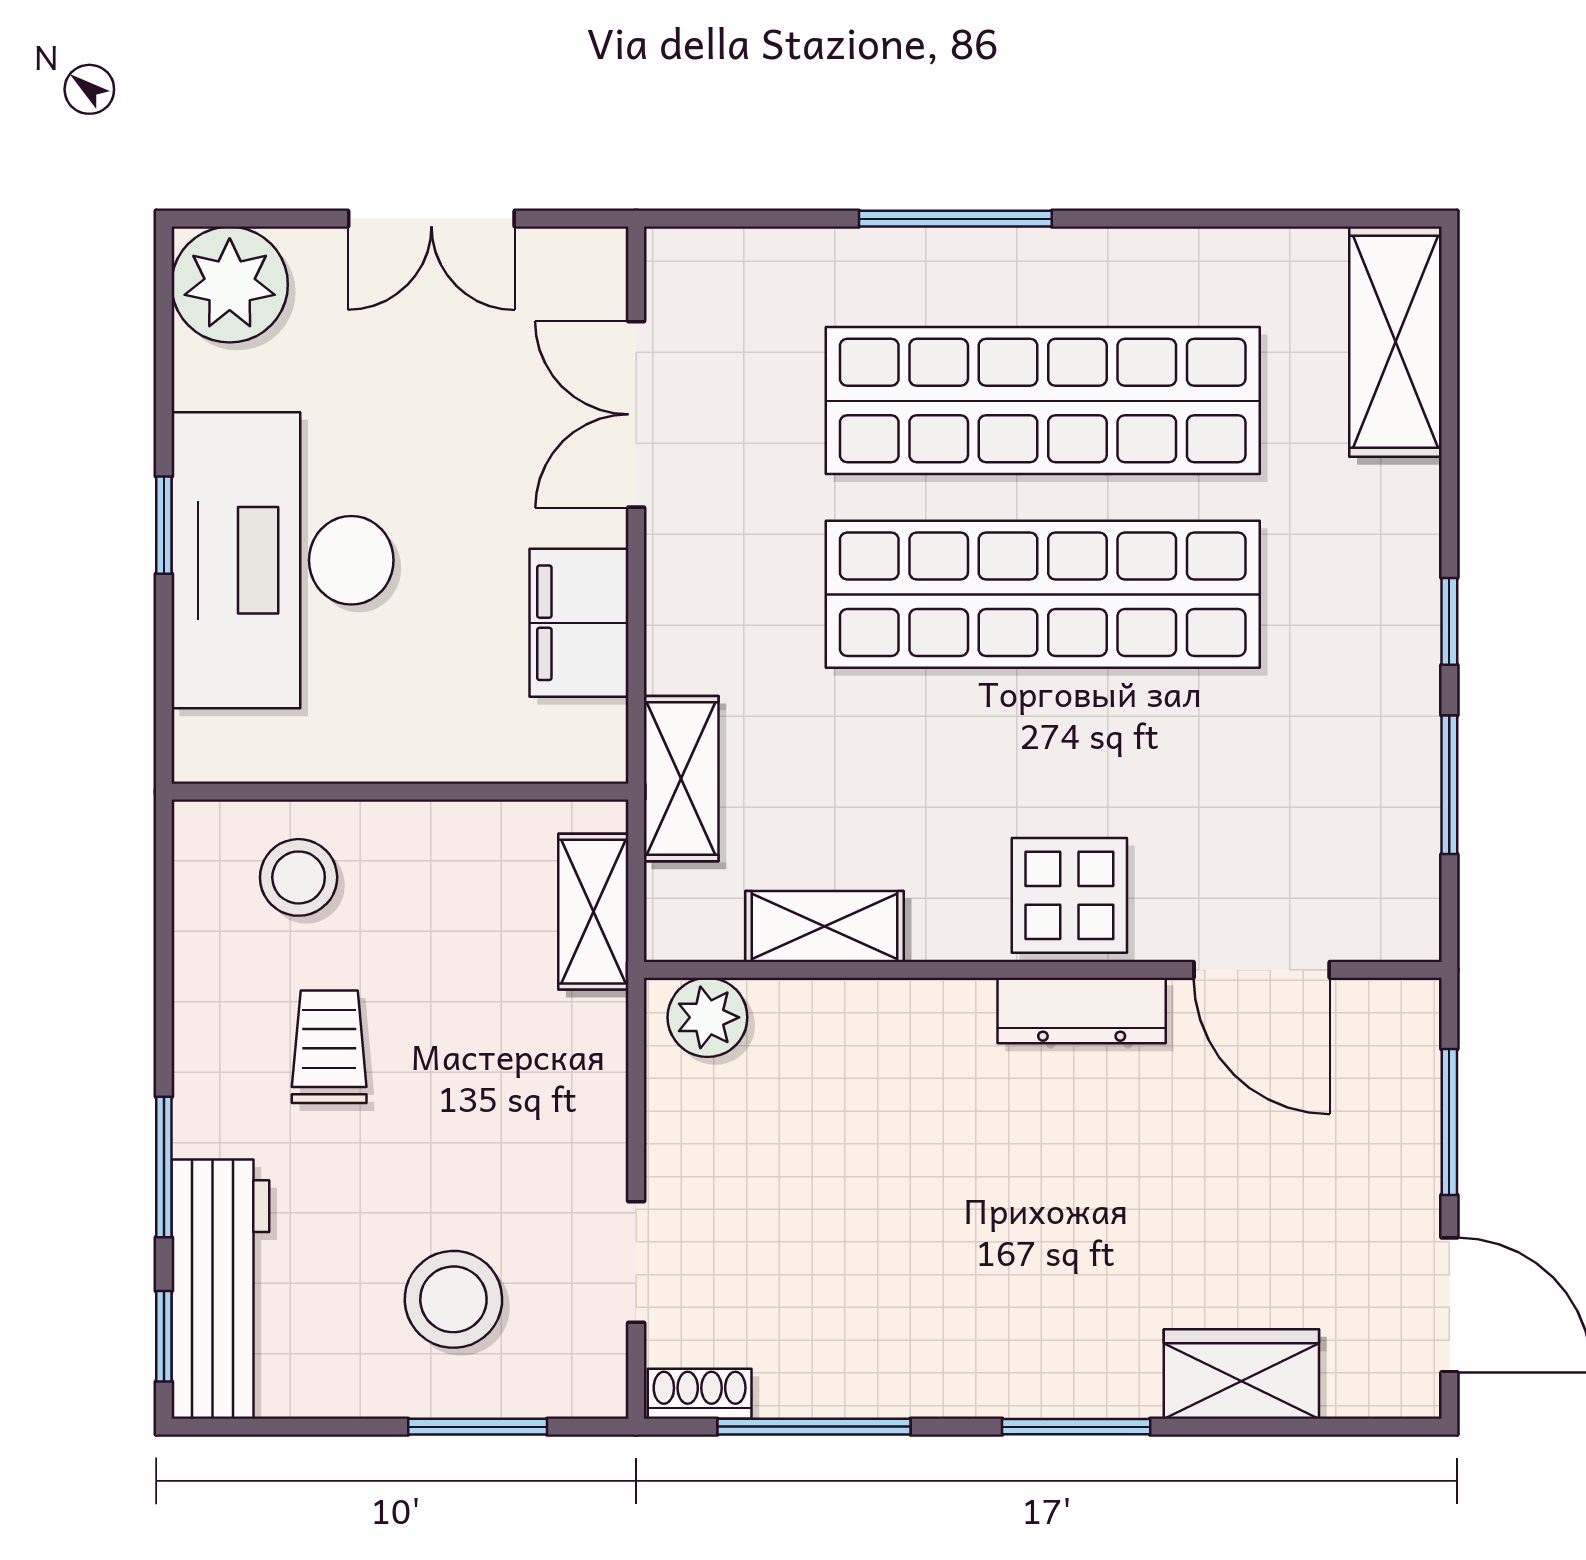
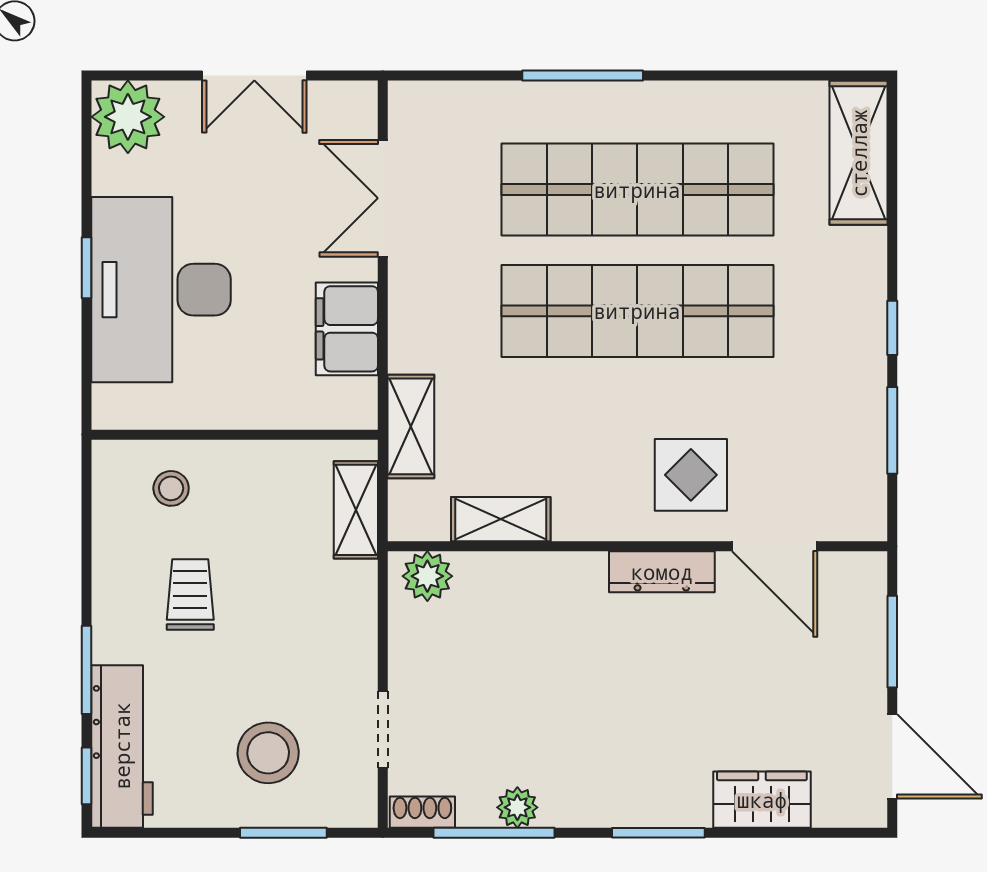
stool: (299, 877) -> (171, 488), width x0.73, depth x0.73
display table: (1069, 895) -> (691, 475), moved
plant: (851, 1386) -> (517, 807), added

